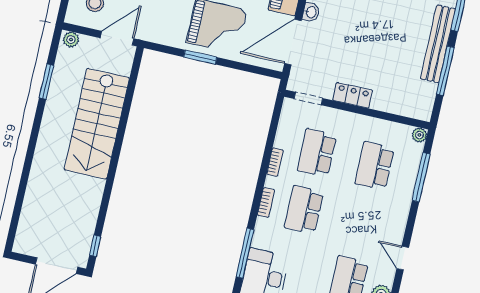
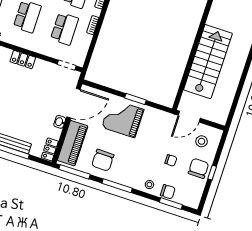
plant: (71, 39) -> (220, 119), removed
window: (46, 82) -> (238, 92), removed
locker: (353, 95) -> (23, 60), moved

